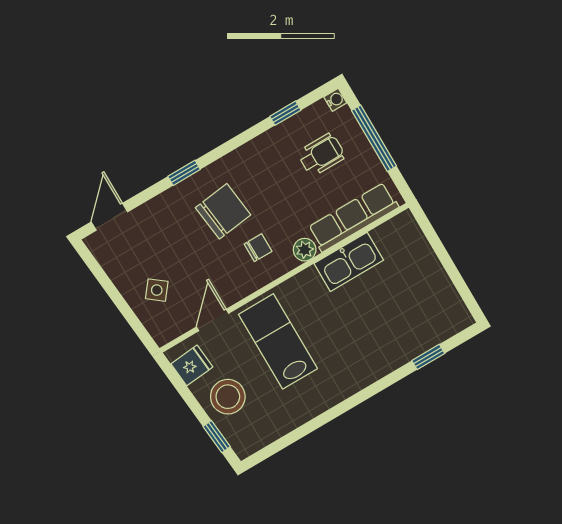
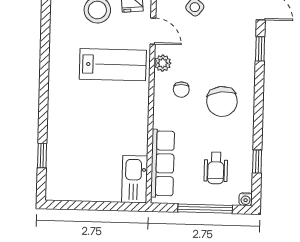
window: (184, 173) -> (260, 49), moved
chair: (223, 211) -> (222, 101), moved
plant: (305, 250) -> (163, 63), moved
kitchen sink: (349, 262) -> (135, 179), moved

